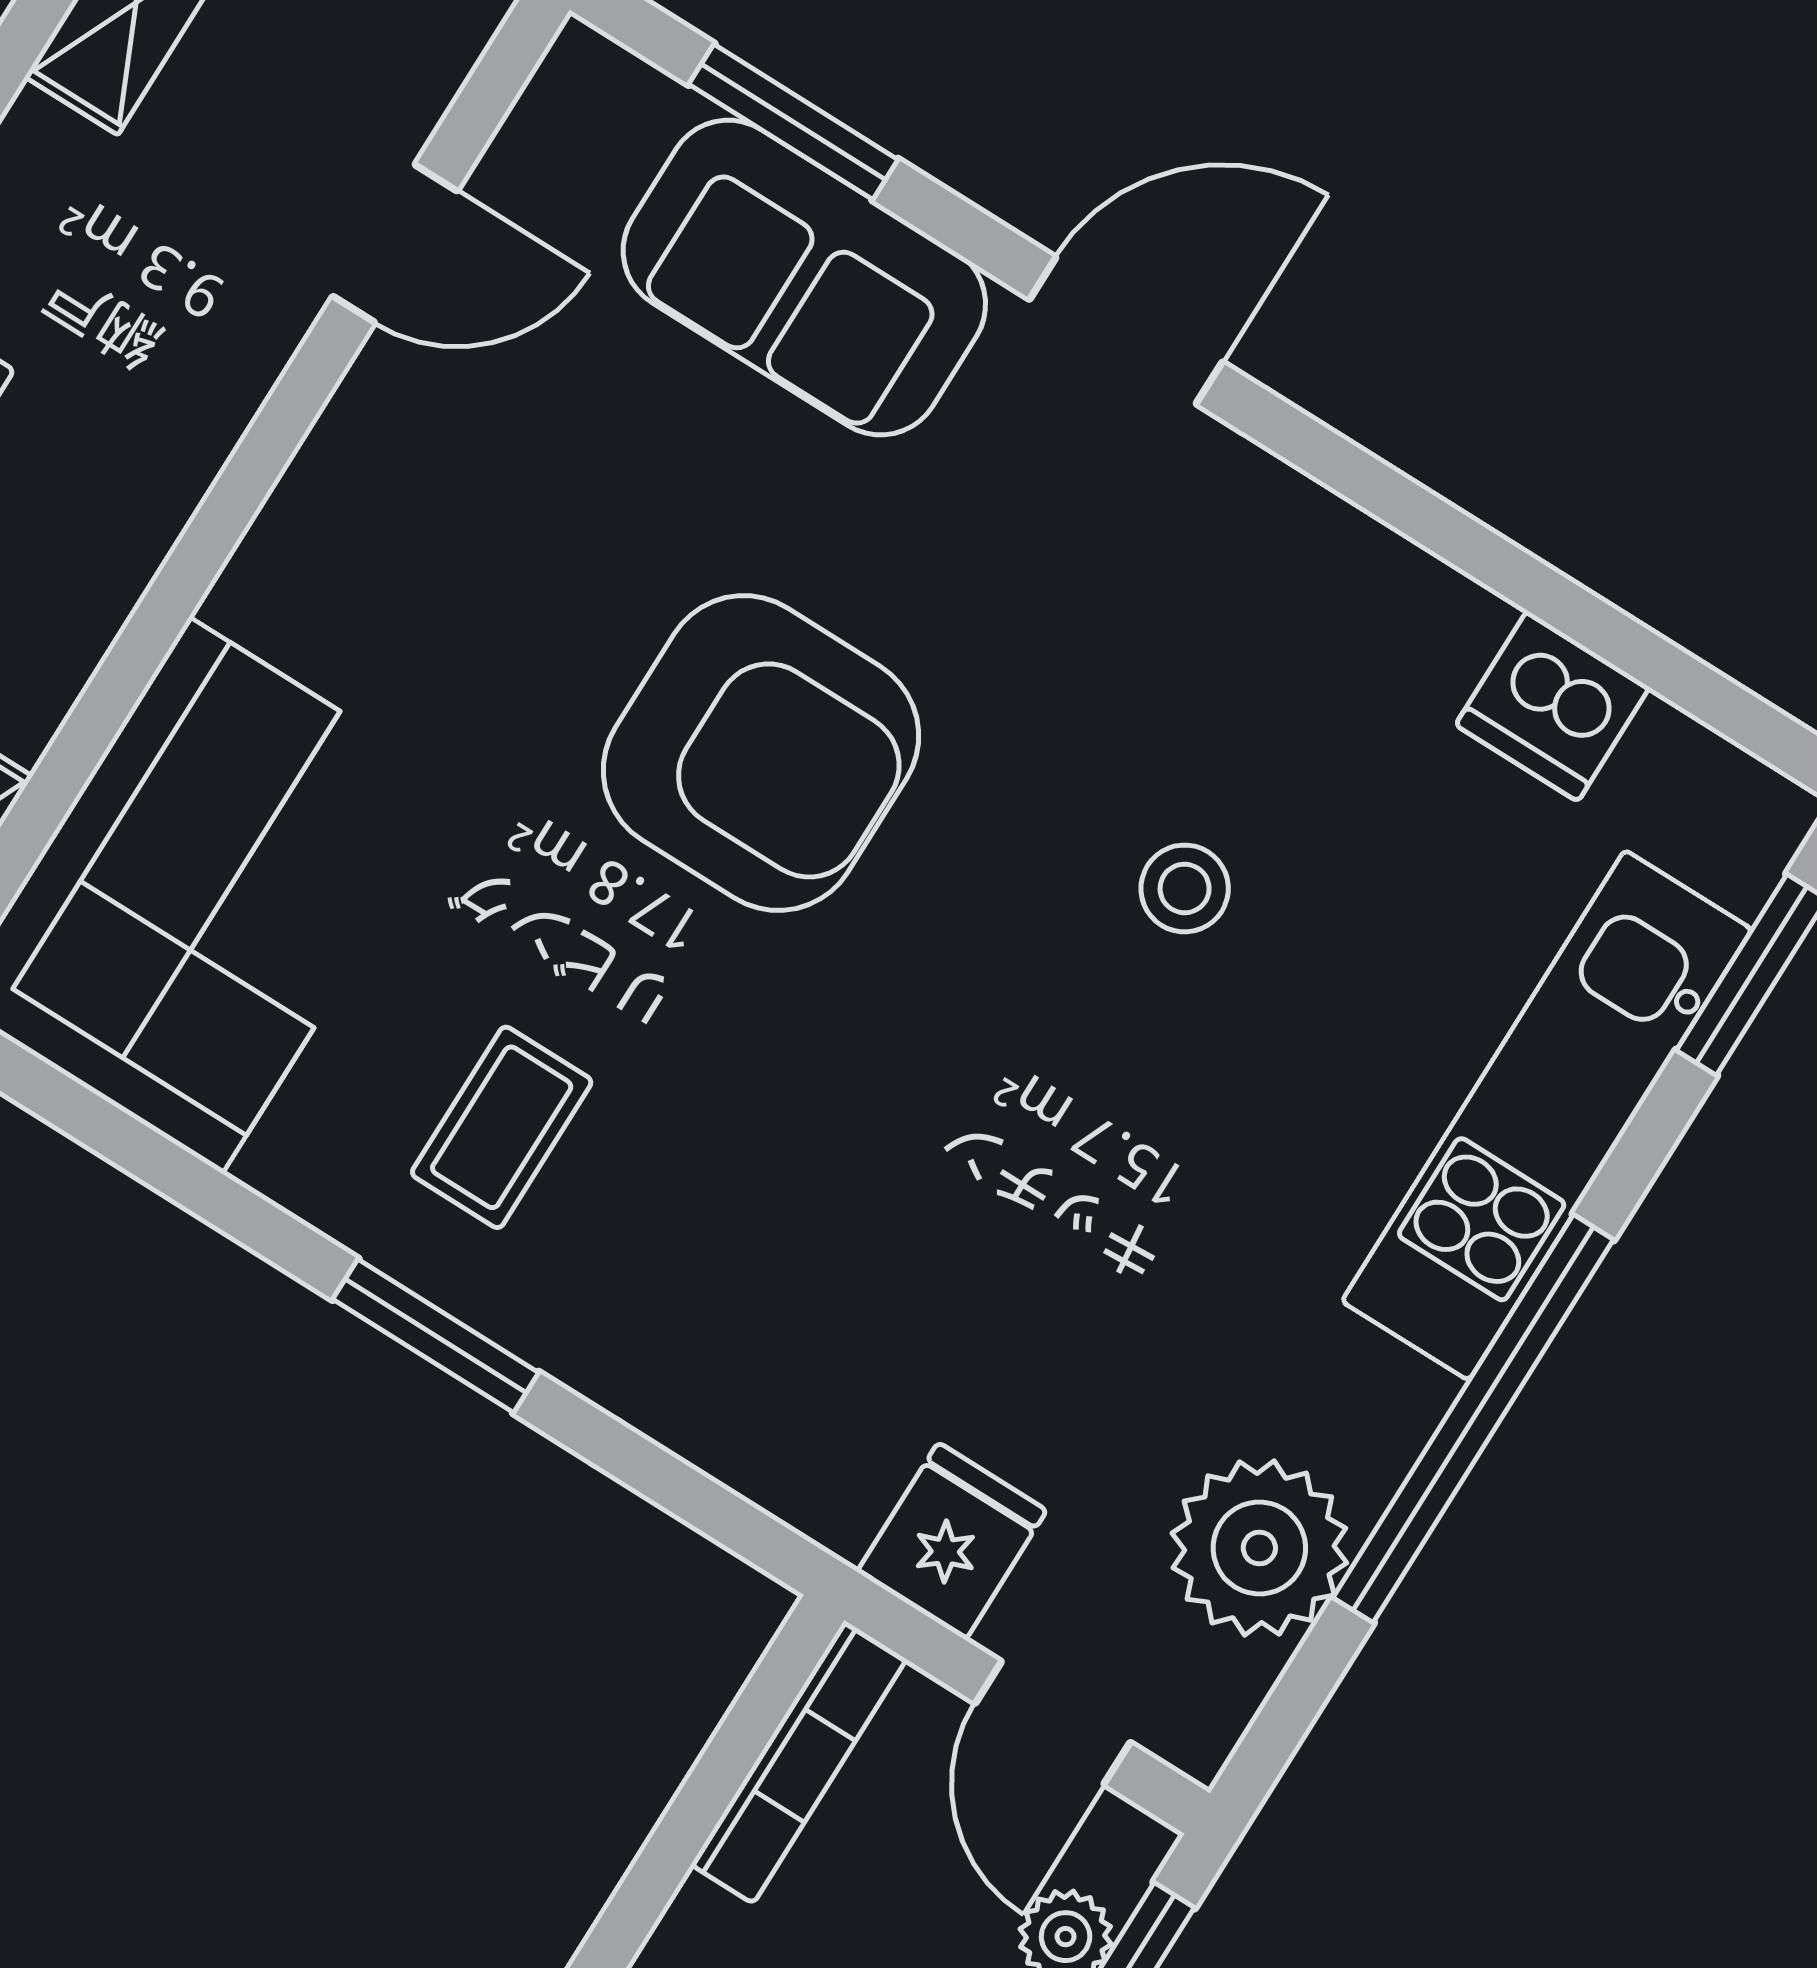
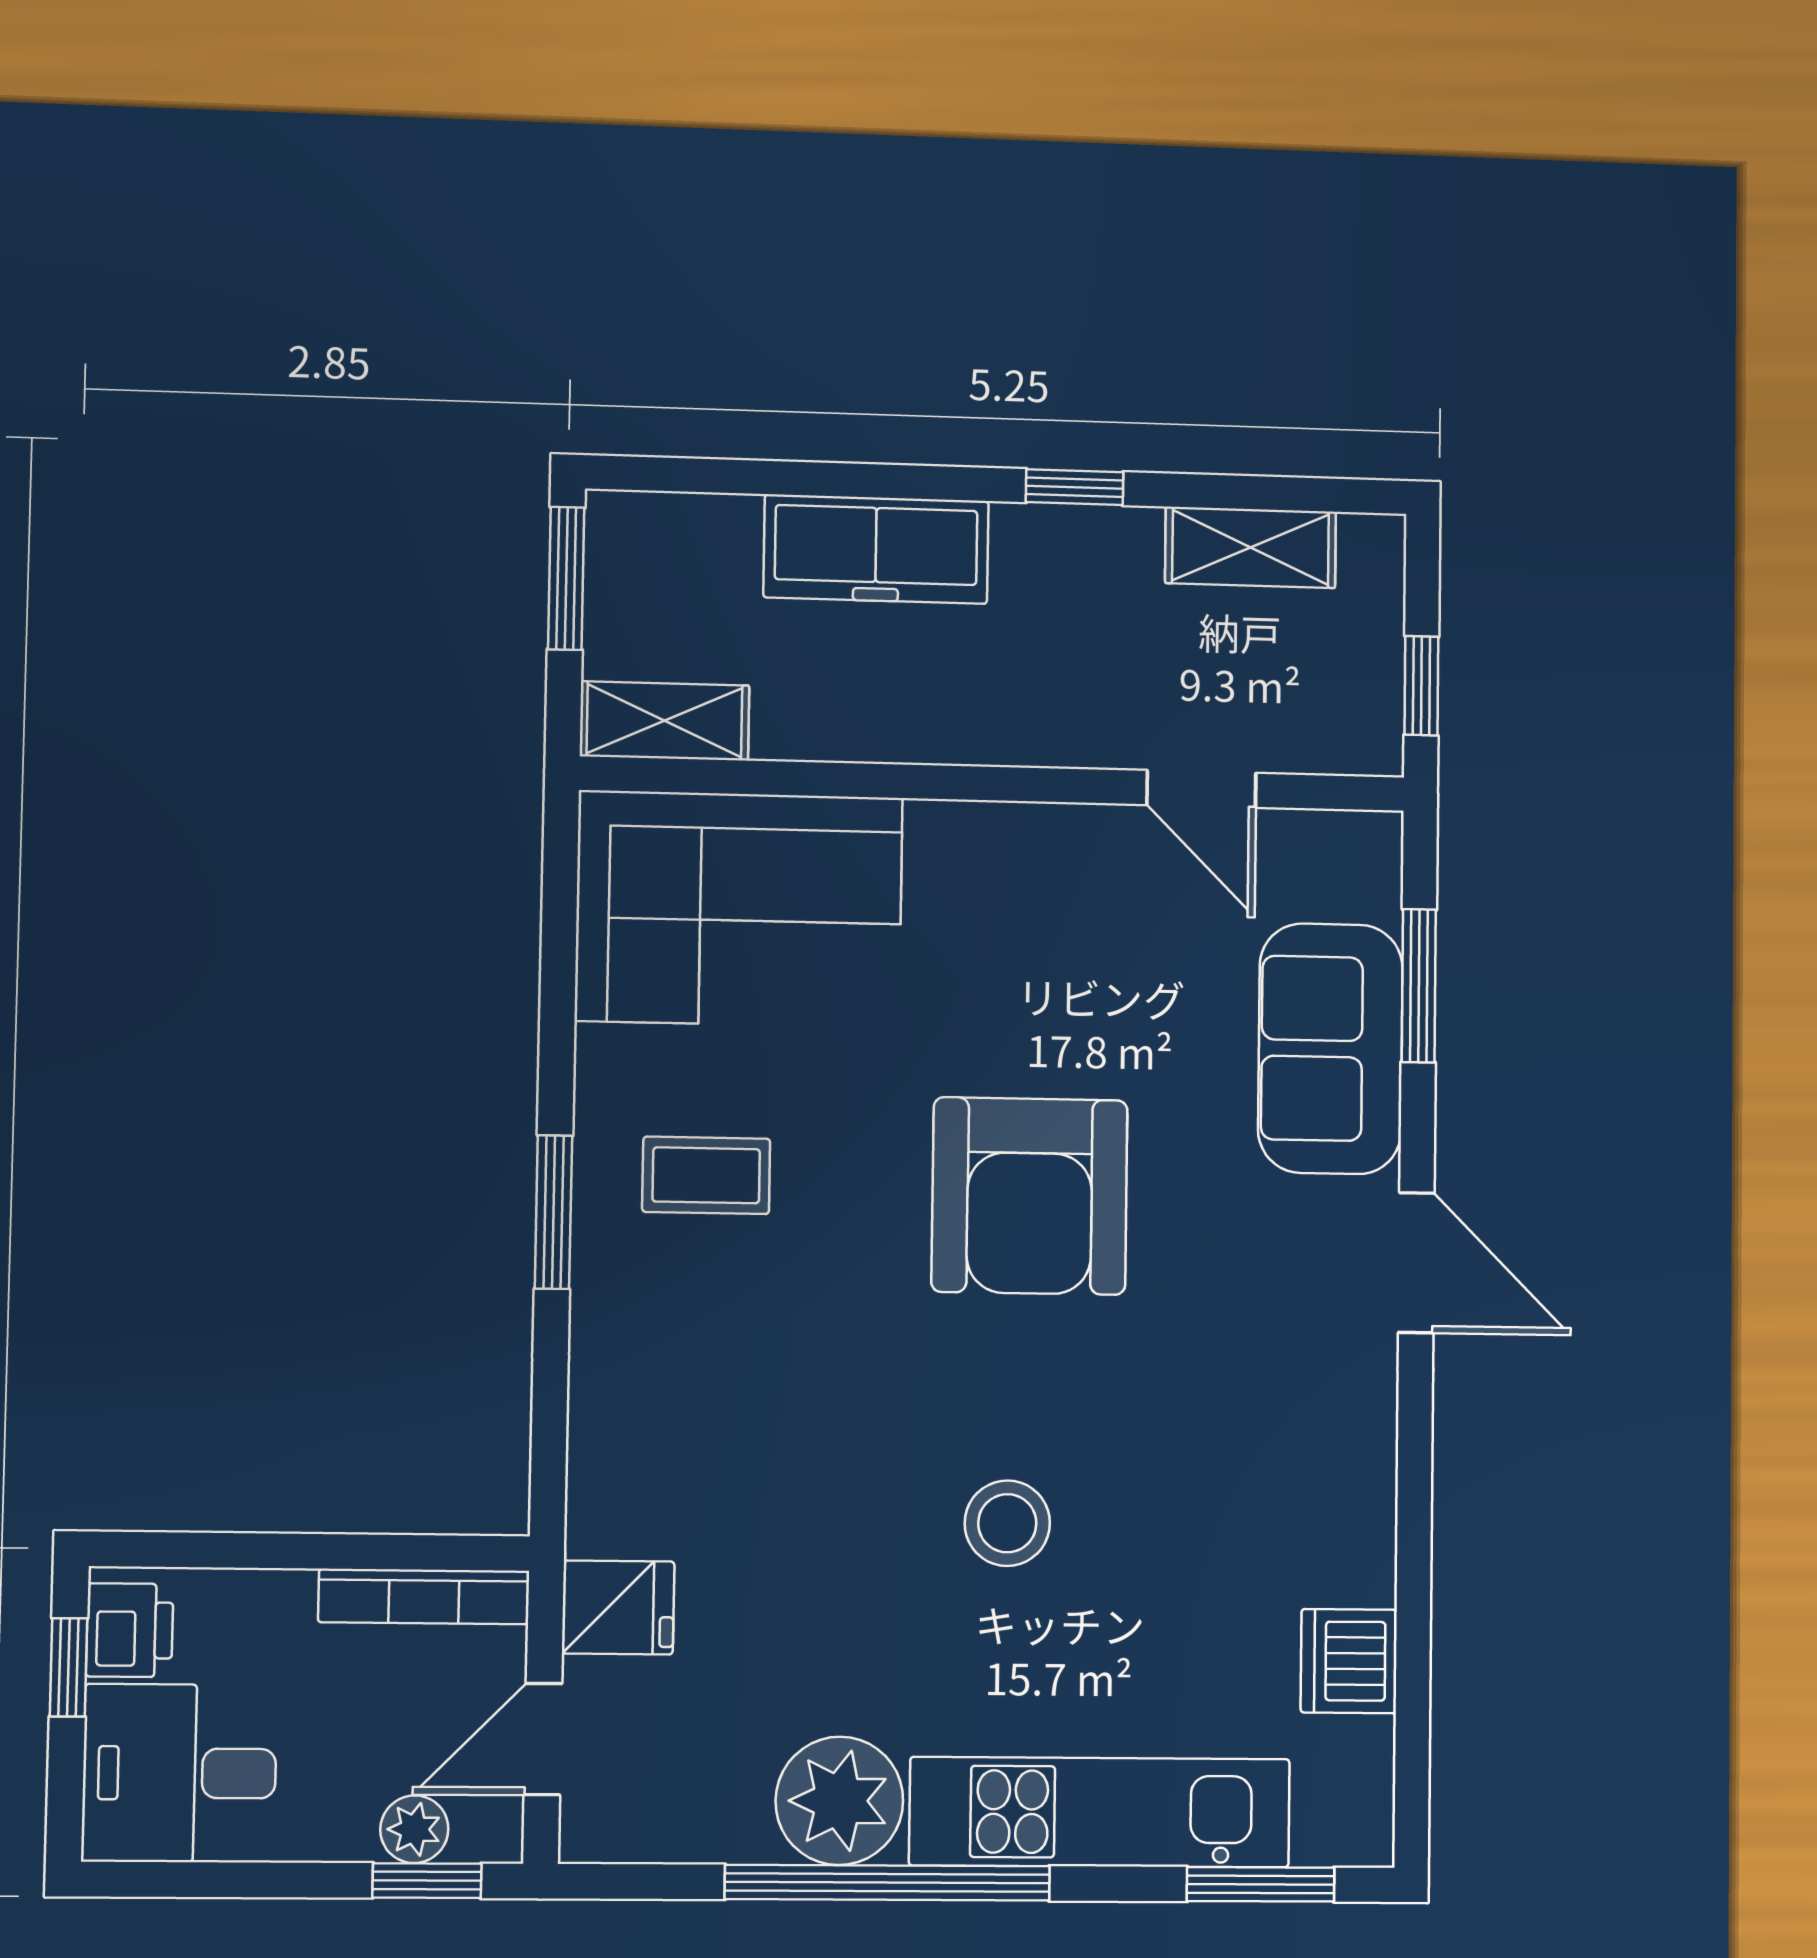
stool: (1185, 888) -> (1007, 1523), moved, width x1.37, depth x1.37
plant: (1259, 1548) -> (839, 1801), moved

